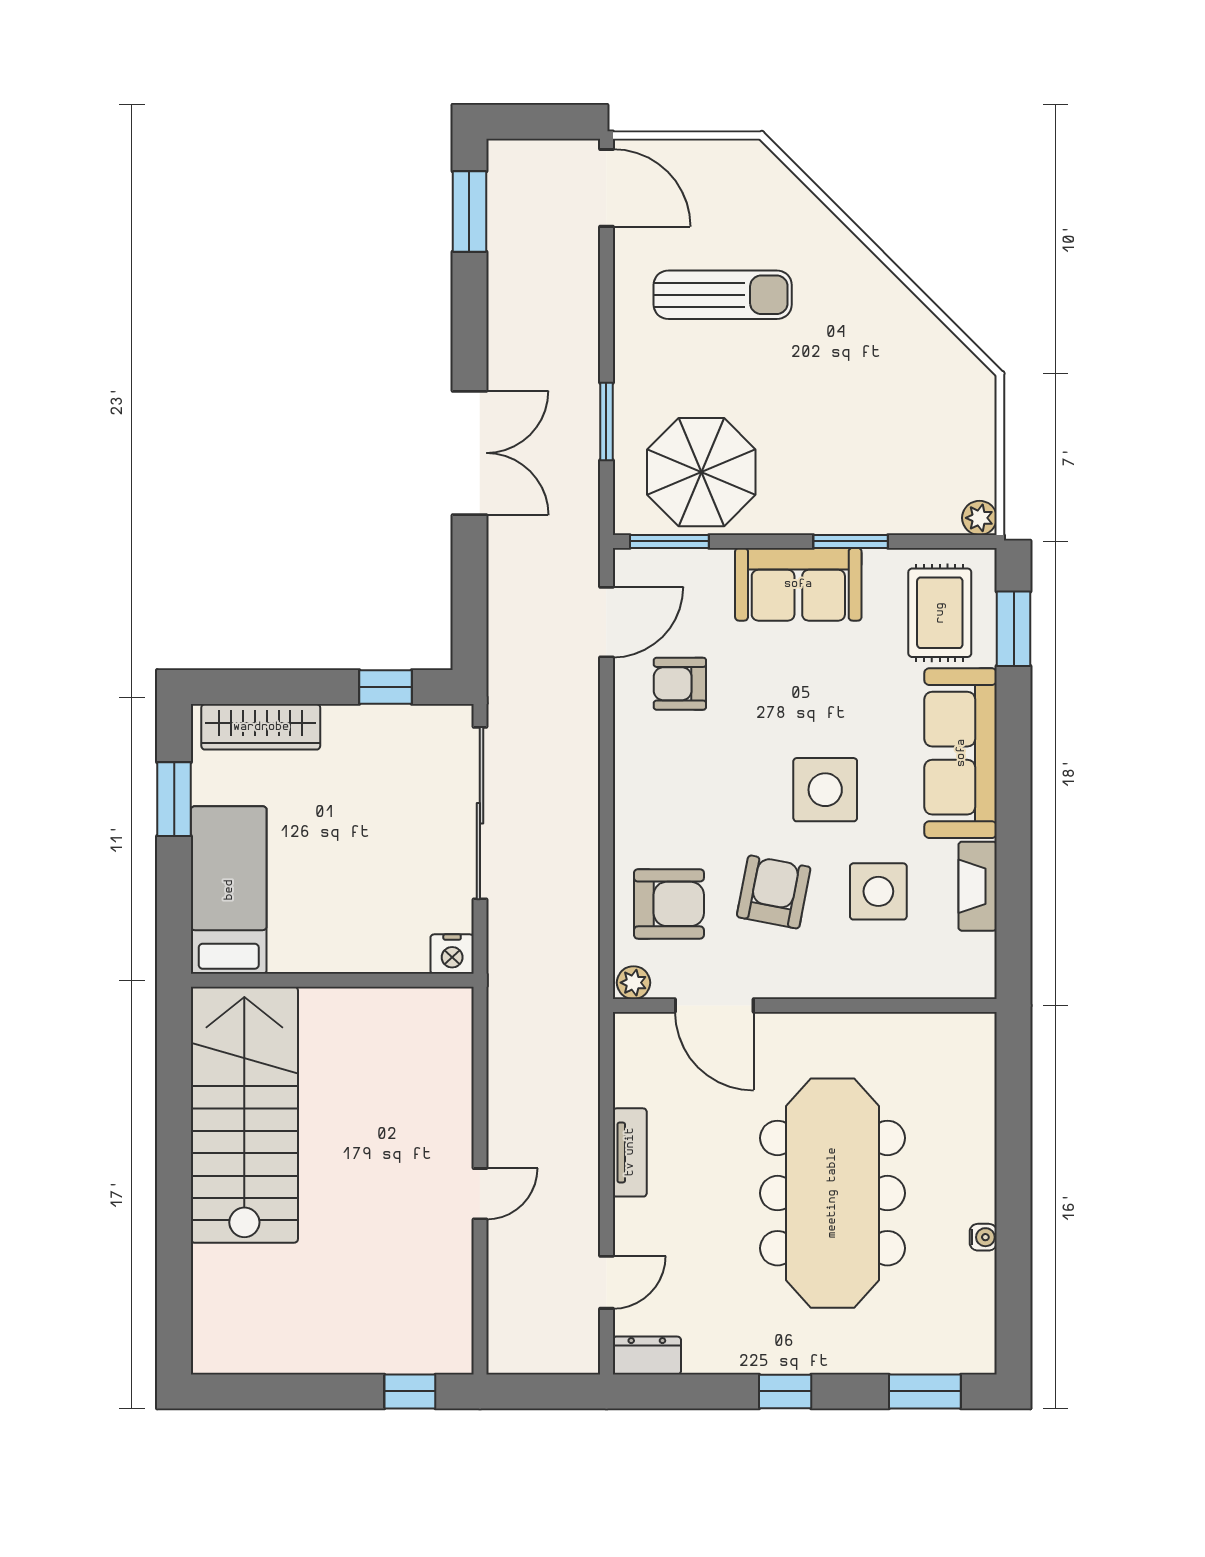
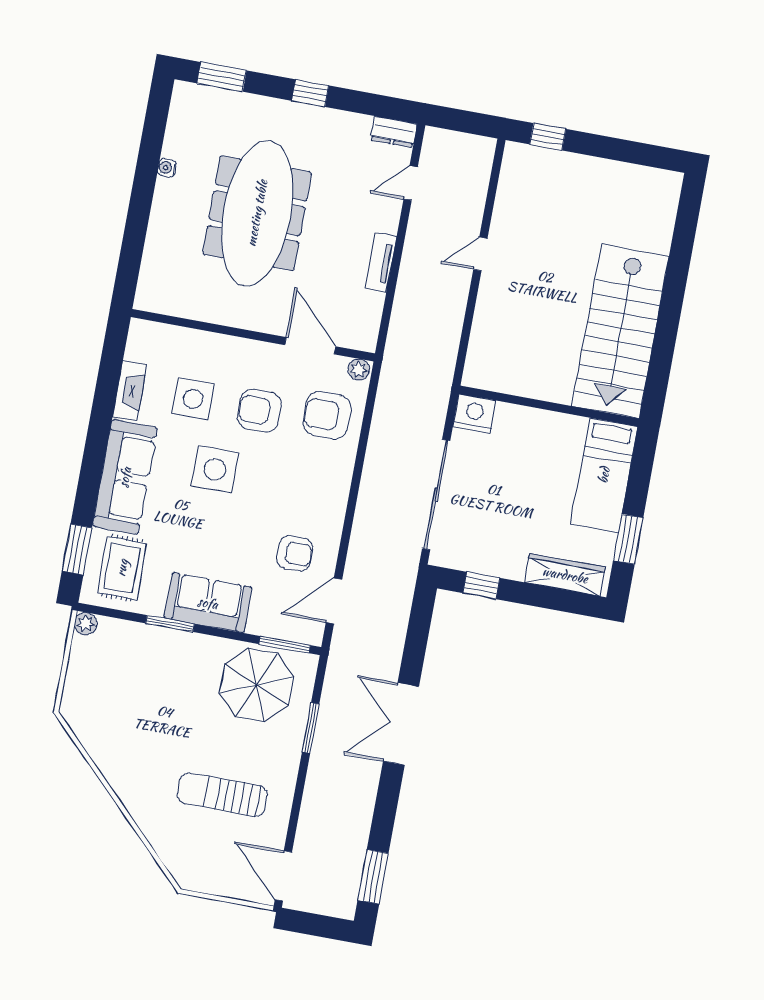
armchair: (774, 892) -> (259, 411), turned 79
nightstand: (452, 954) -> (474, 414), width x1.36, depth x1.33

